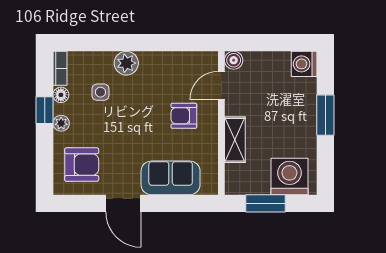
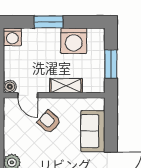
armchair: (184, 116) -> (49, 122), turned 132
washing machine: (289, 177) -> (74, 41), moved, turned -90

